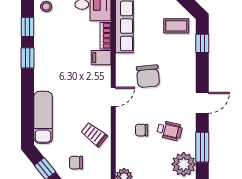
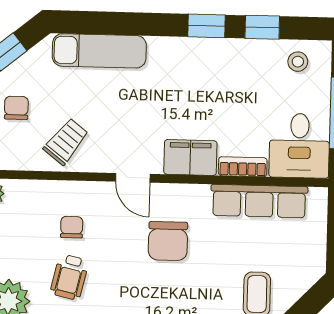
filing cabinet: (101, 58) -> (190, 157), width x2.00
chair: (148, 76) -> (168, 241), turned -85

